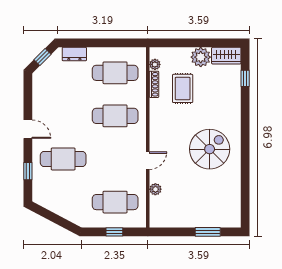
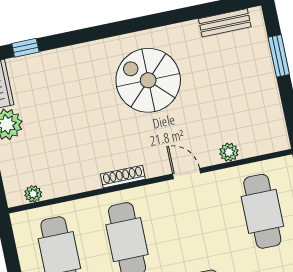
shoe rack: (154, 84) -> (123, 177), moved
rug: (183, 88) -> (62, 142), removed
bench: (235, 203) -> (225, 23), added

